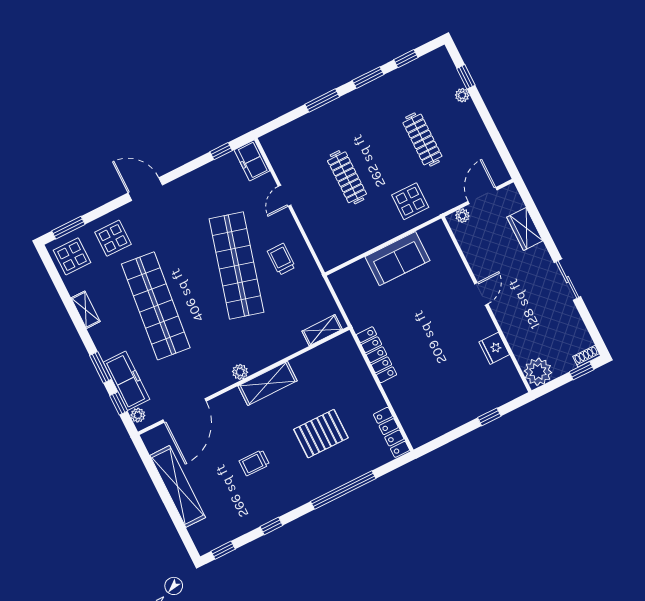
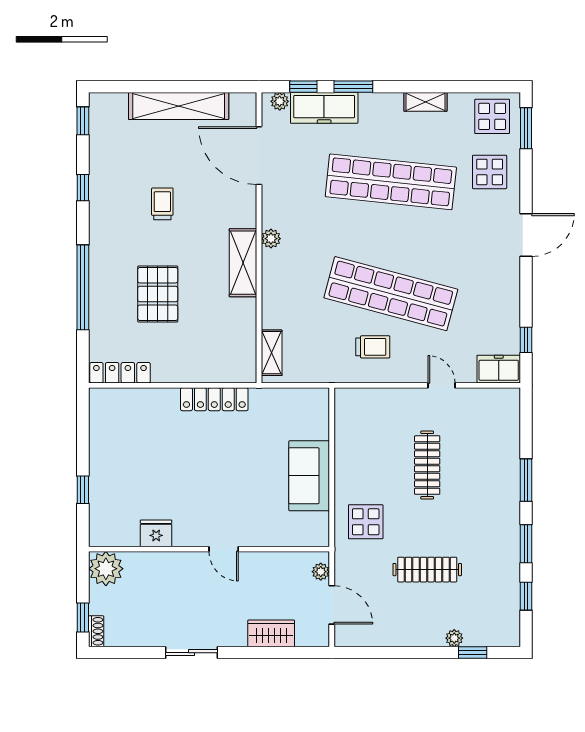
clothes rail: (347, 177) -> (427, 465), turned 90

